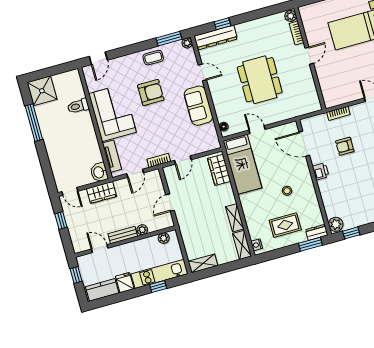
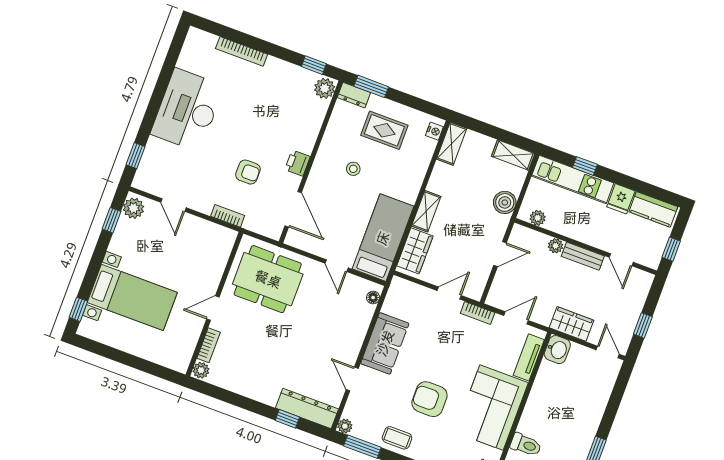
dining table: (260, 80) -> (268, 279), moved, turned 90
shelving: (235, 218) -> (426, 211), moved
boiler: (188, 233) -> (505, 202), added

